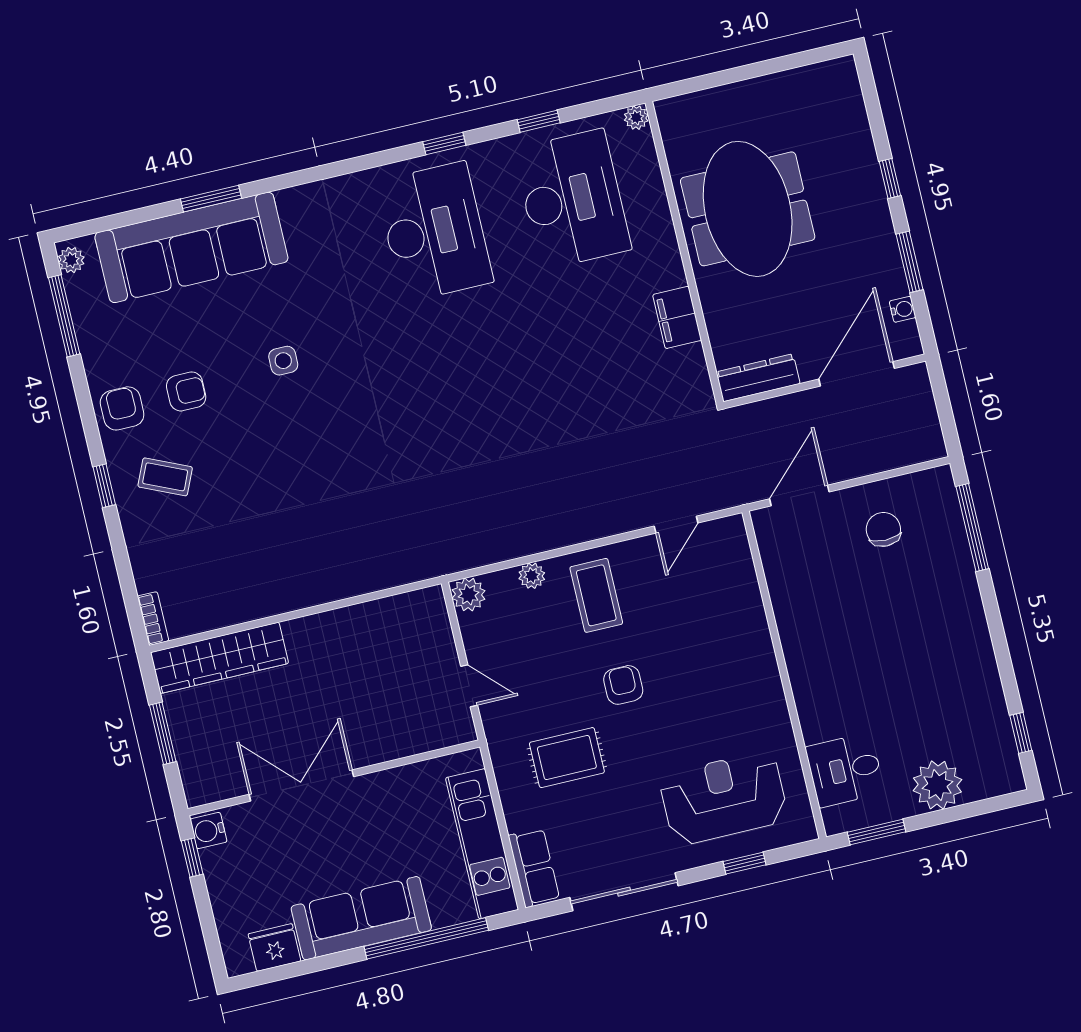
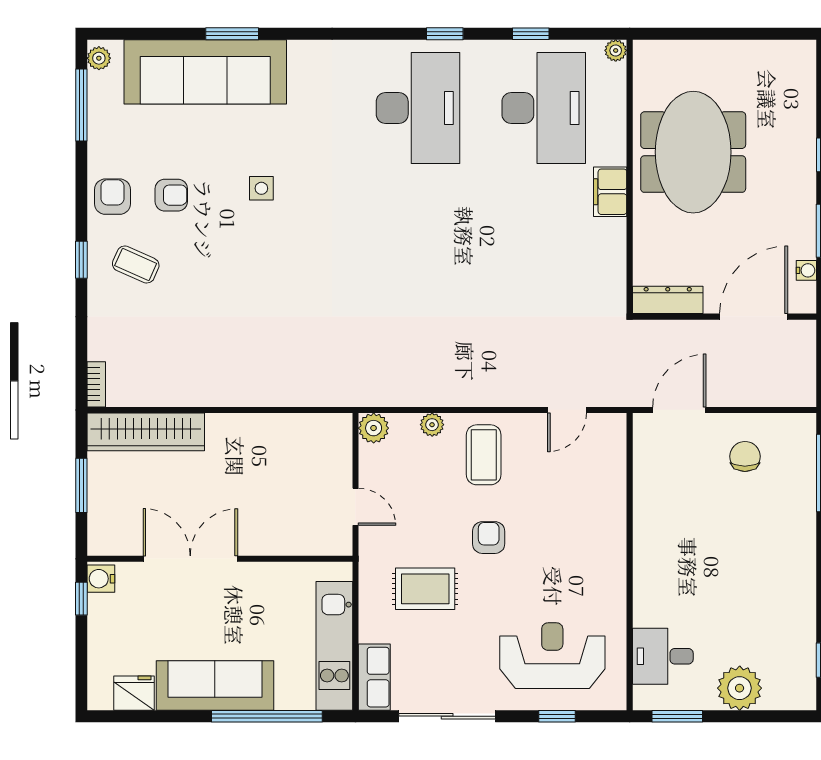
filing cabinet: (677, 317) -> (610, 192), moved

